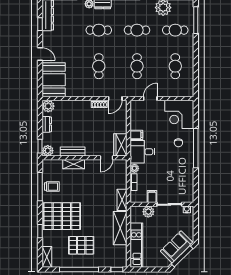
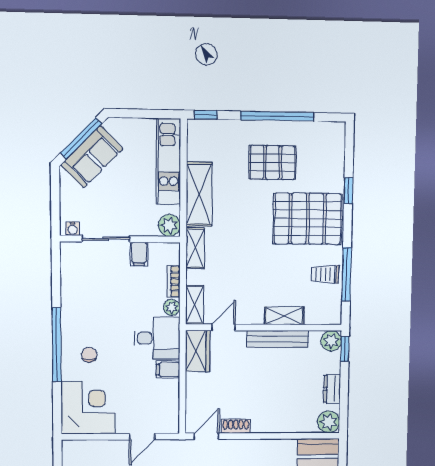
bench: (73, 151) -> (278, 339), width x1.36
plant: (148, 212) -> (169, 225), moved
shelving: (47, 257) -> (195, 305), moved

